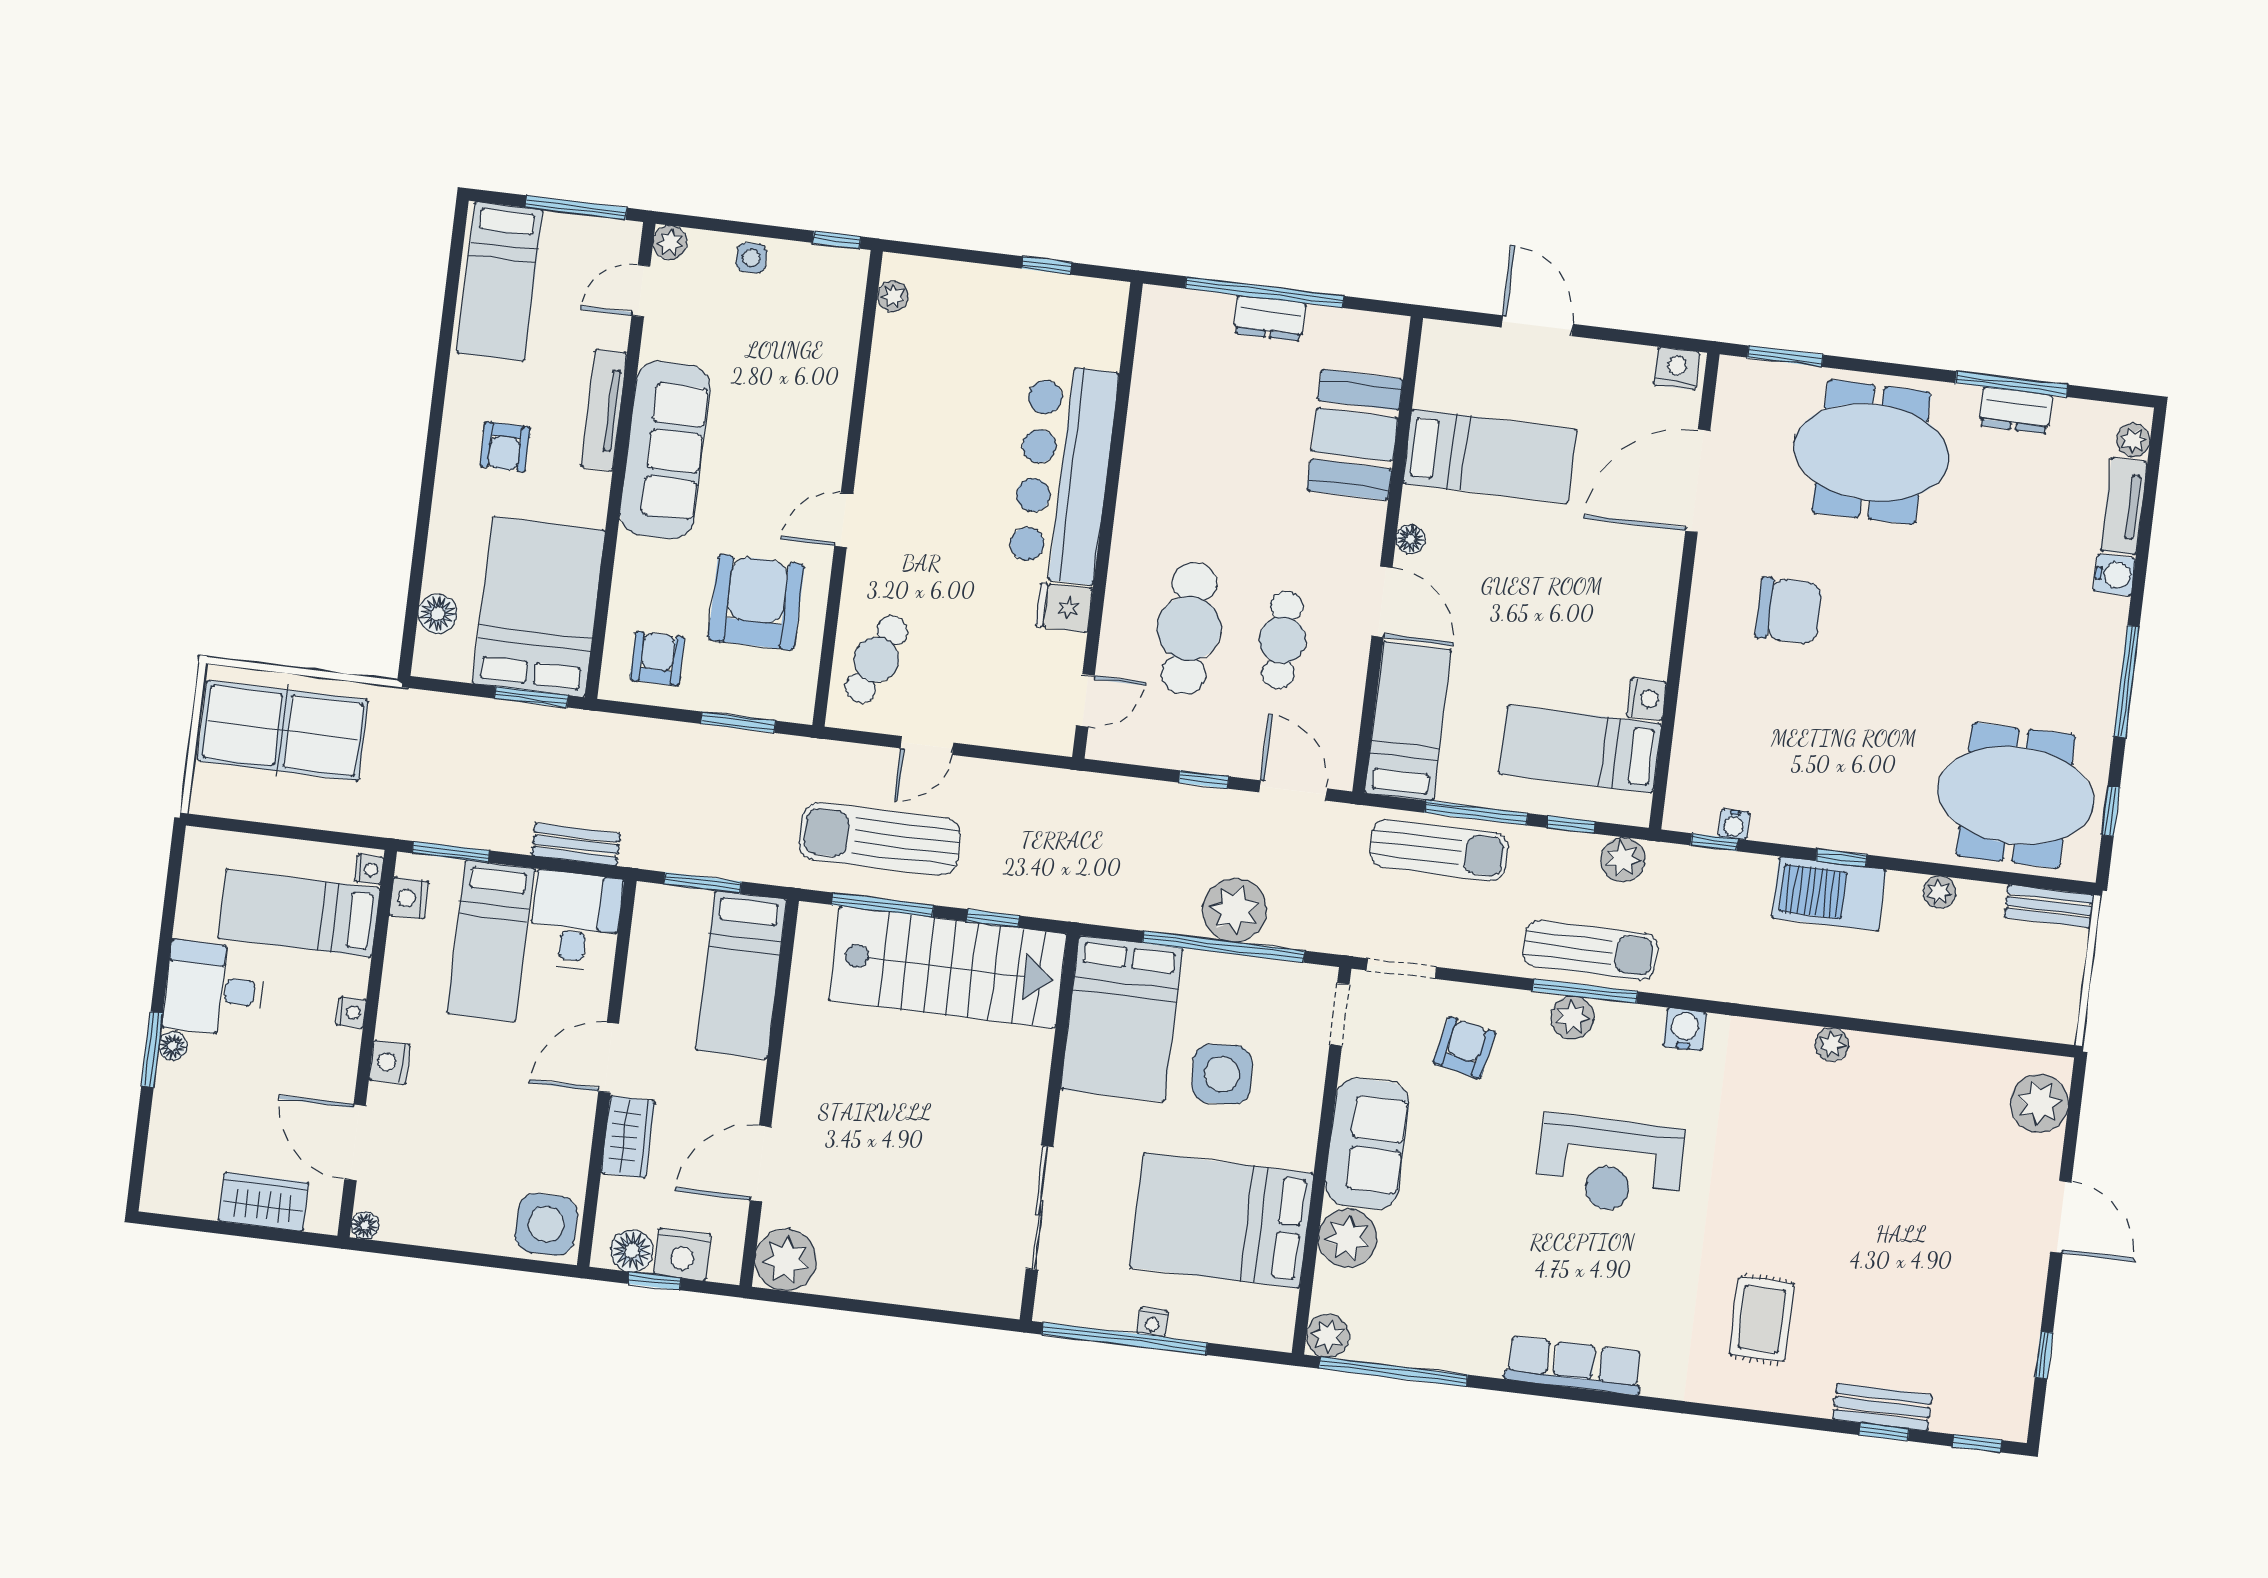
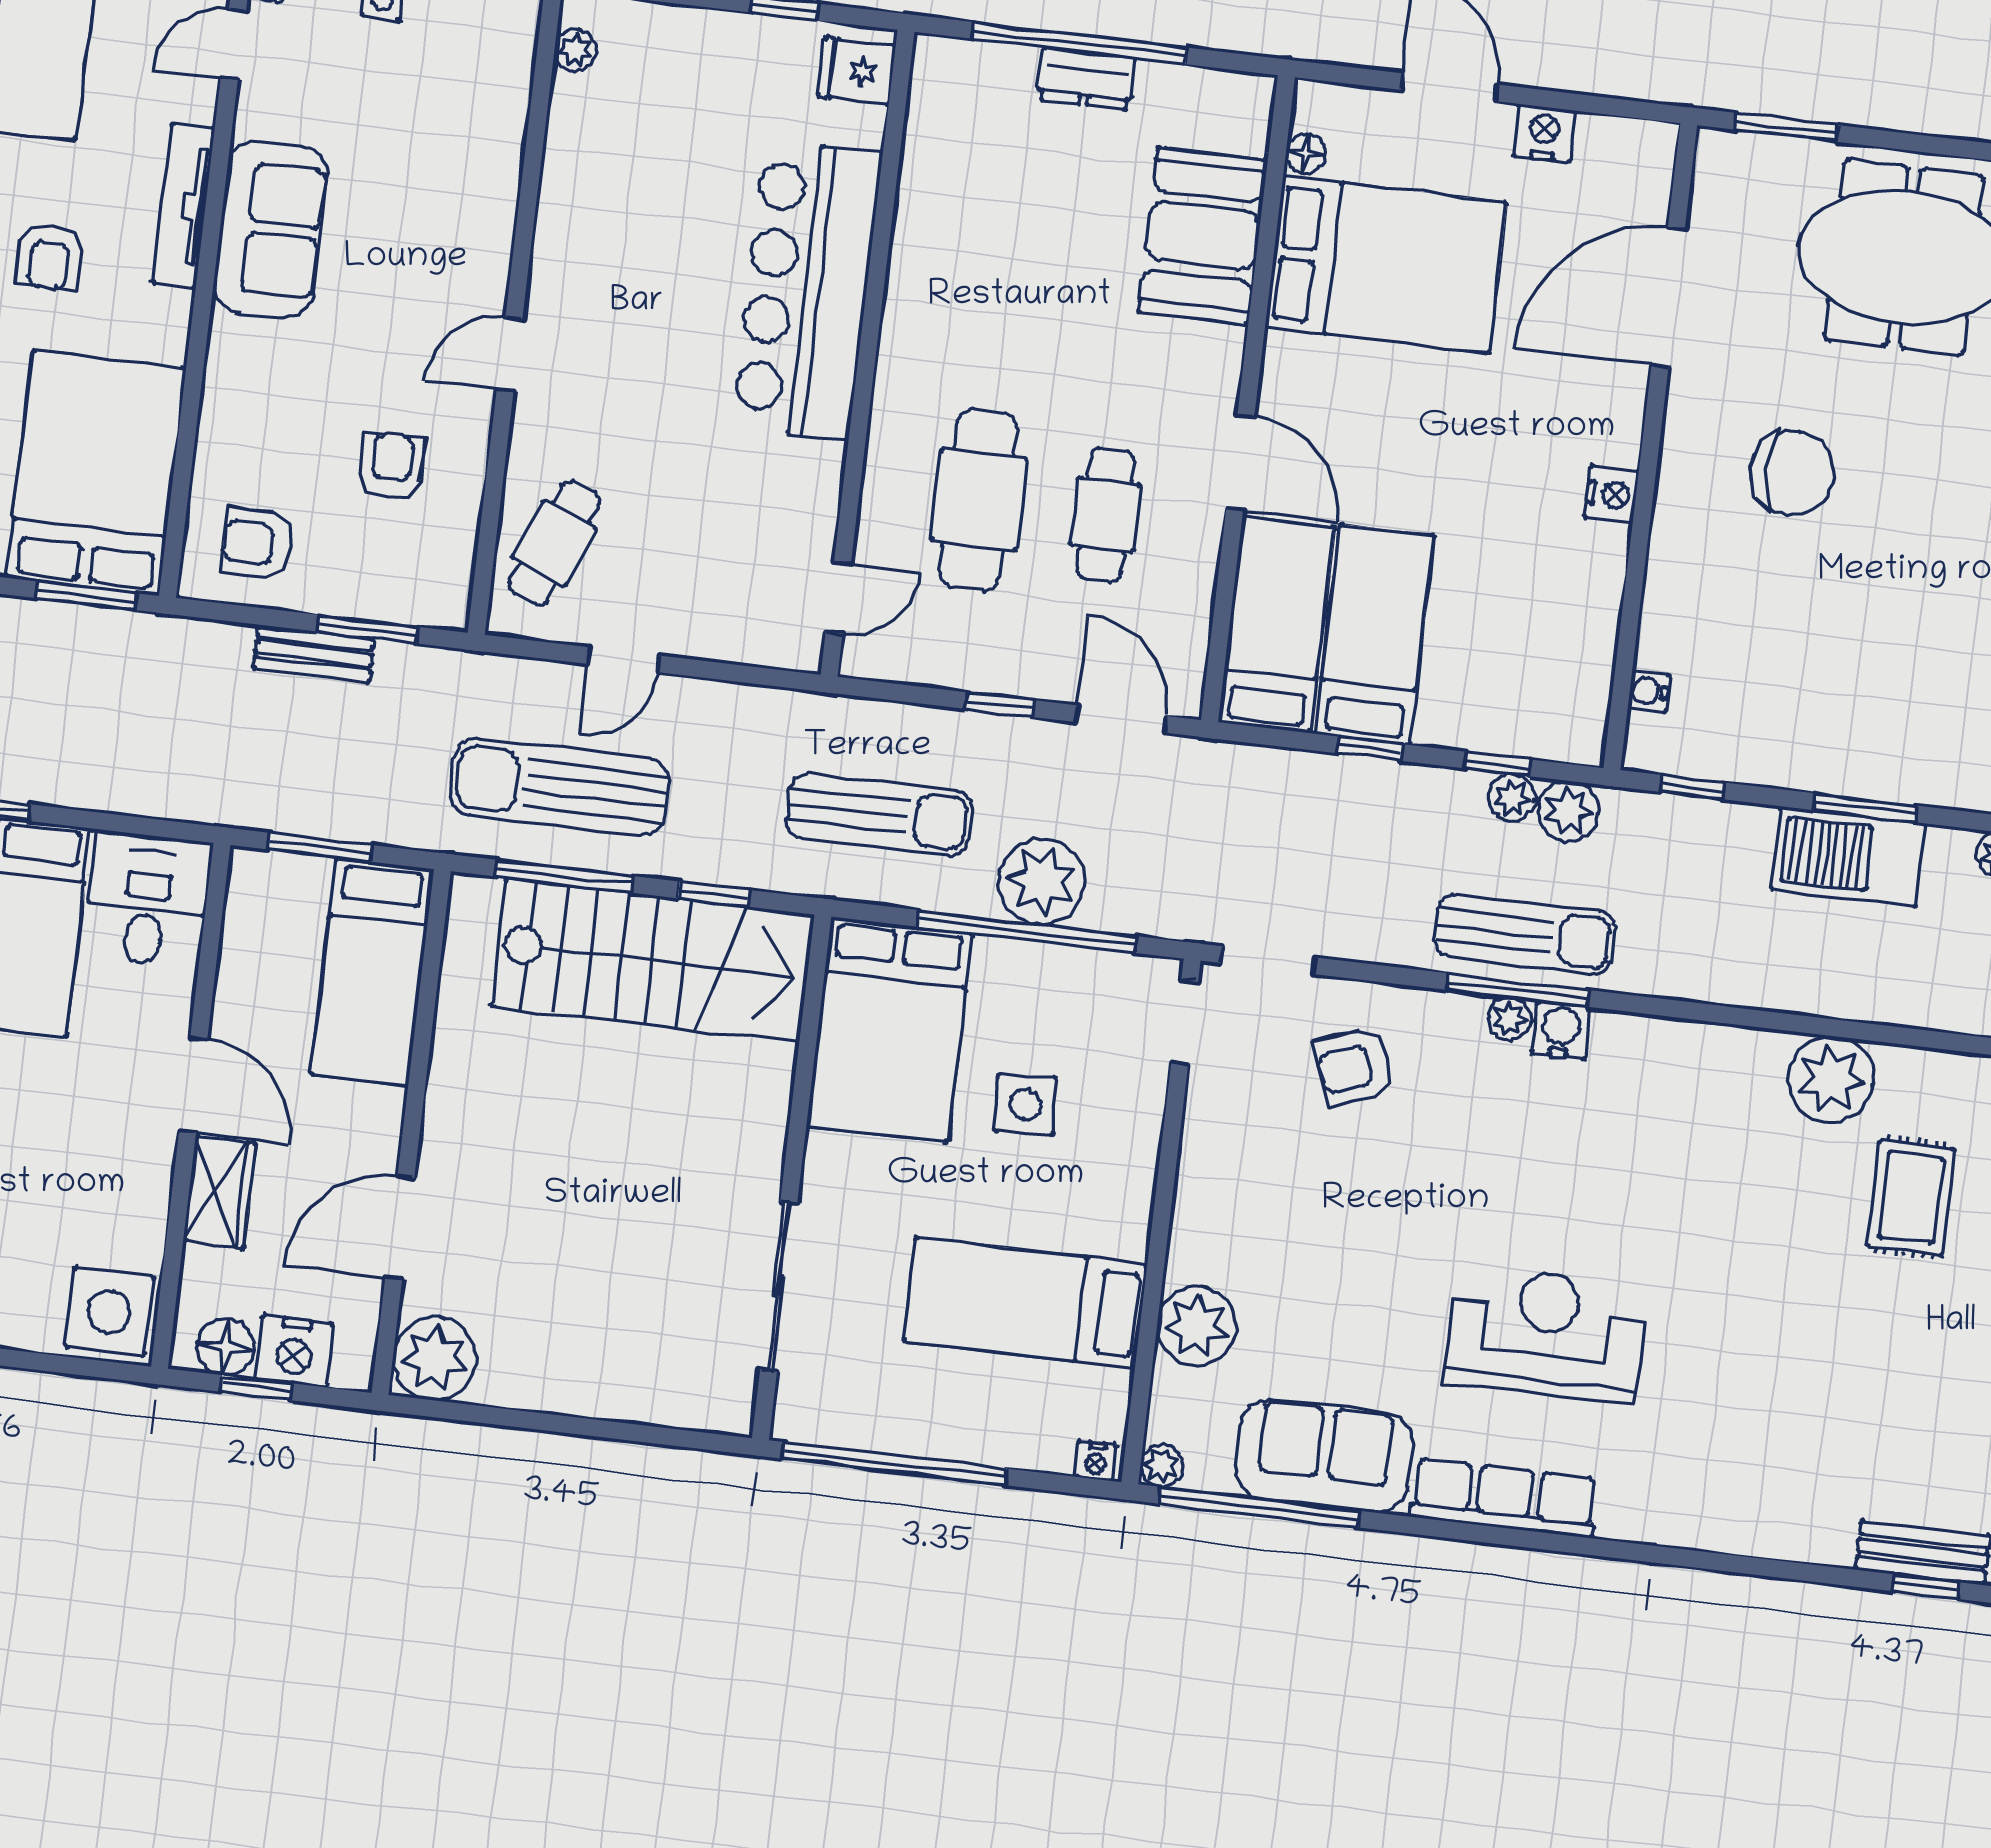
nightstand: (1677, 368) -> (1544, 133), moved
sofa: (665, 450) -> (270, 229), width x0.73
bed: (1490, 456) -> (1386, 264), width x1.50
floor lamp: (1411, 539) -> (1305, 154), moved
armchair: (756, 602) -> (391, 466), width x0.53, depth x0.53
fridge: (1064, 607) -> (857, 71), moved
armchair: (657, 659) -> (257, 543), turned -90
nightstand: (1647, 699) -> (1612, 494), moved
bed: (1580, 749) -> (1375, 635), moved, turned 90
window: (1476, 813) -> (1369, 749), width x0.46
water cooler: (1734, 824) -> (1649, 691), moved, turned 90
bench: (576, 845) -> (314, 654), moved
plant: (1581, 849) -> (1512, 798), added
sun lounger: (1439, 850) -> (879, 814), moved
window: (1841, 858) -> (1865, 808), width x1.50
plant: (1572, 1017) -> (1509, 1019), width x0.73, depth x0.73
water cooler: (1685, 1029) -> (1561, 1030), moved
plant: (1832, 1045) -> (1831, 1079), width x1.88, depth x1.88
armchair: (1464, 1048) -> (1354, 1067), turned -122
door: (609, 1058) -> (193, 1085), swing flipped
side table: (1222, 1074) -> (1026, 1104), width x0.73, depth x0.73
sofa: (1367, 1144) -> (1324, 1456), moved, turned -90
reception desk: (1610, 1165) -> (1546, 1334), moved, turned 180
bed: (1221, 1220) -> (1025, 1303), width x0.67
rug: (1762, 1319) -> (1911, 1197), moved
nightstand: (1153, 1322) -> (1096, 1461), moved
plant: (1328, 1336) -> (1162, 1466), width x0.73, depth x0.73

